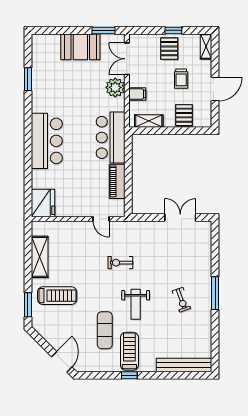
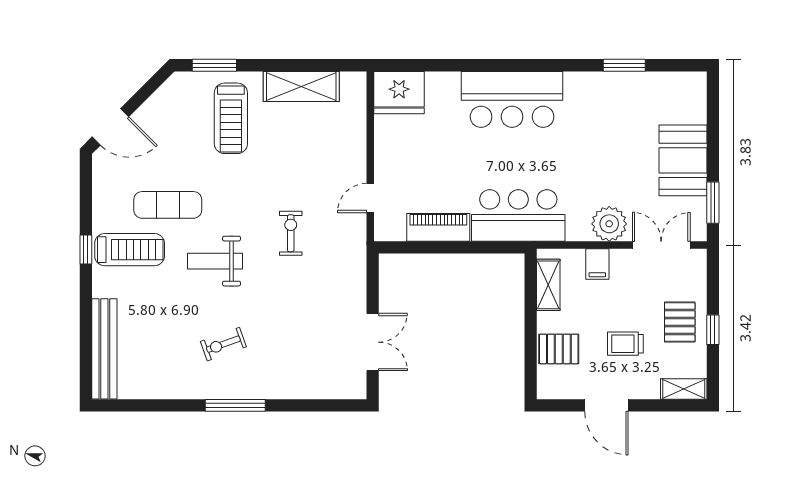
pallet: (169, 49) -> (680, 322), turned 90

